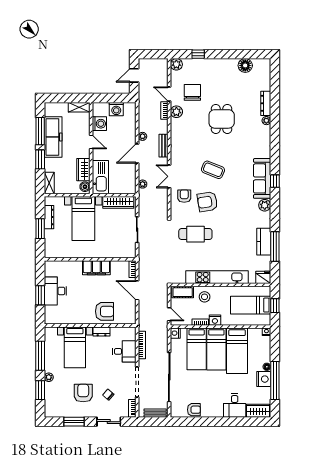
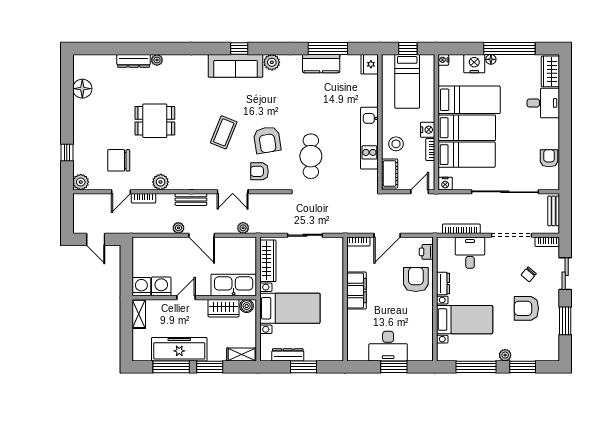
washing machine: (116, 109) -> (141, 287), moved, turned -90
plant: (176, 112) -> (161, 182), moved
kitchen unit: (217, 277) -> (369, 138), width x0.73
printer: (125, 319) -> (426, 252), added
nightstand: (264, 379) -> (474, 64), moved

